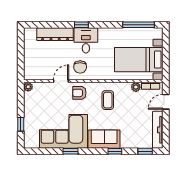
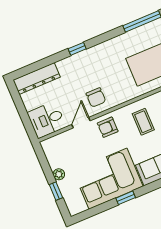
dresser: (55, 34) -> (37, 79), moved
desk: (86, 40) -> (47, 120), moved, turned -90
plant: (28, 87) -> (59, 174), moved

